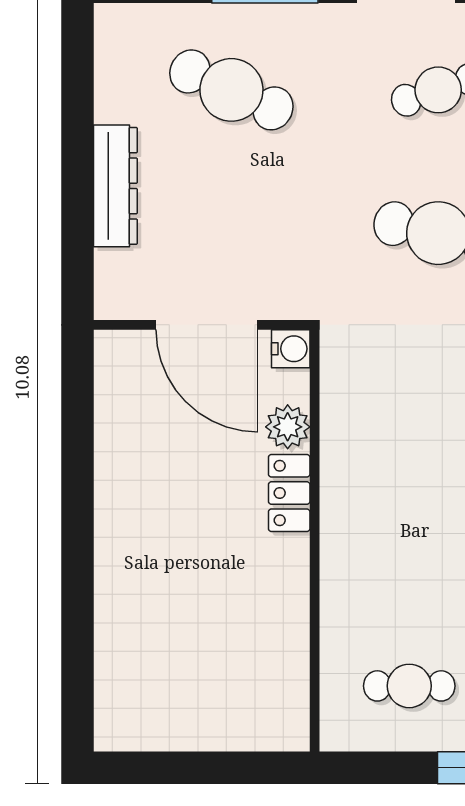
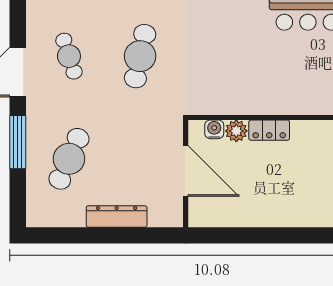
door: (207, 325) -> (186, 171), hinge flipped
water cooler: (291, 349) -> (214, 129), moved

